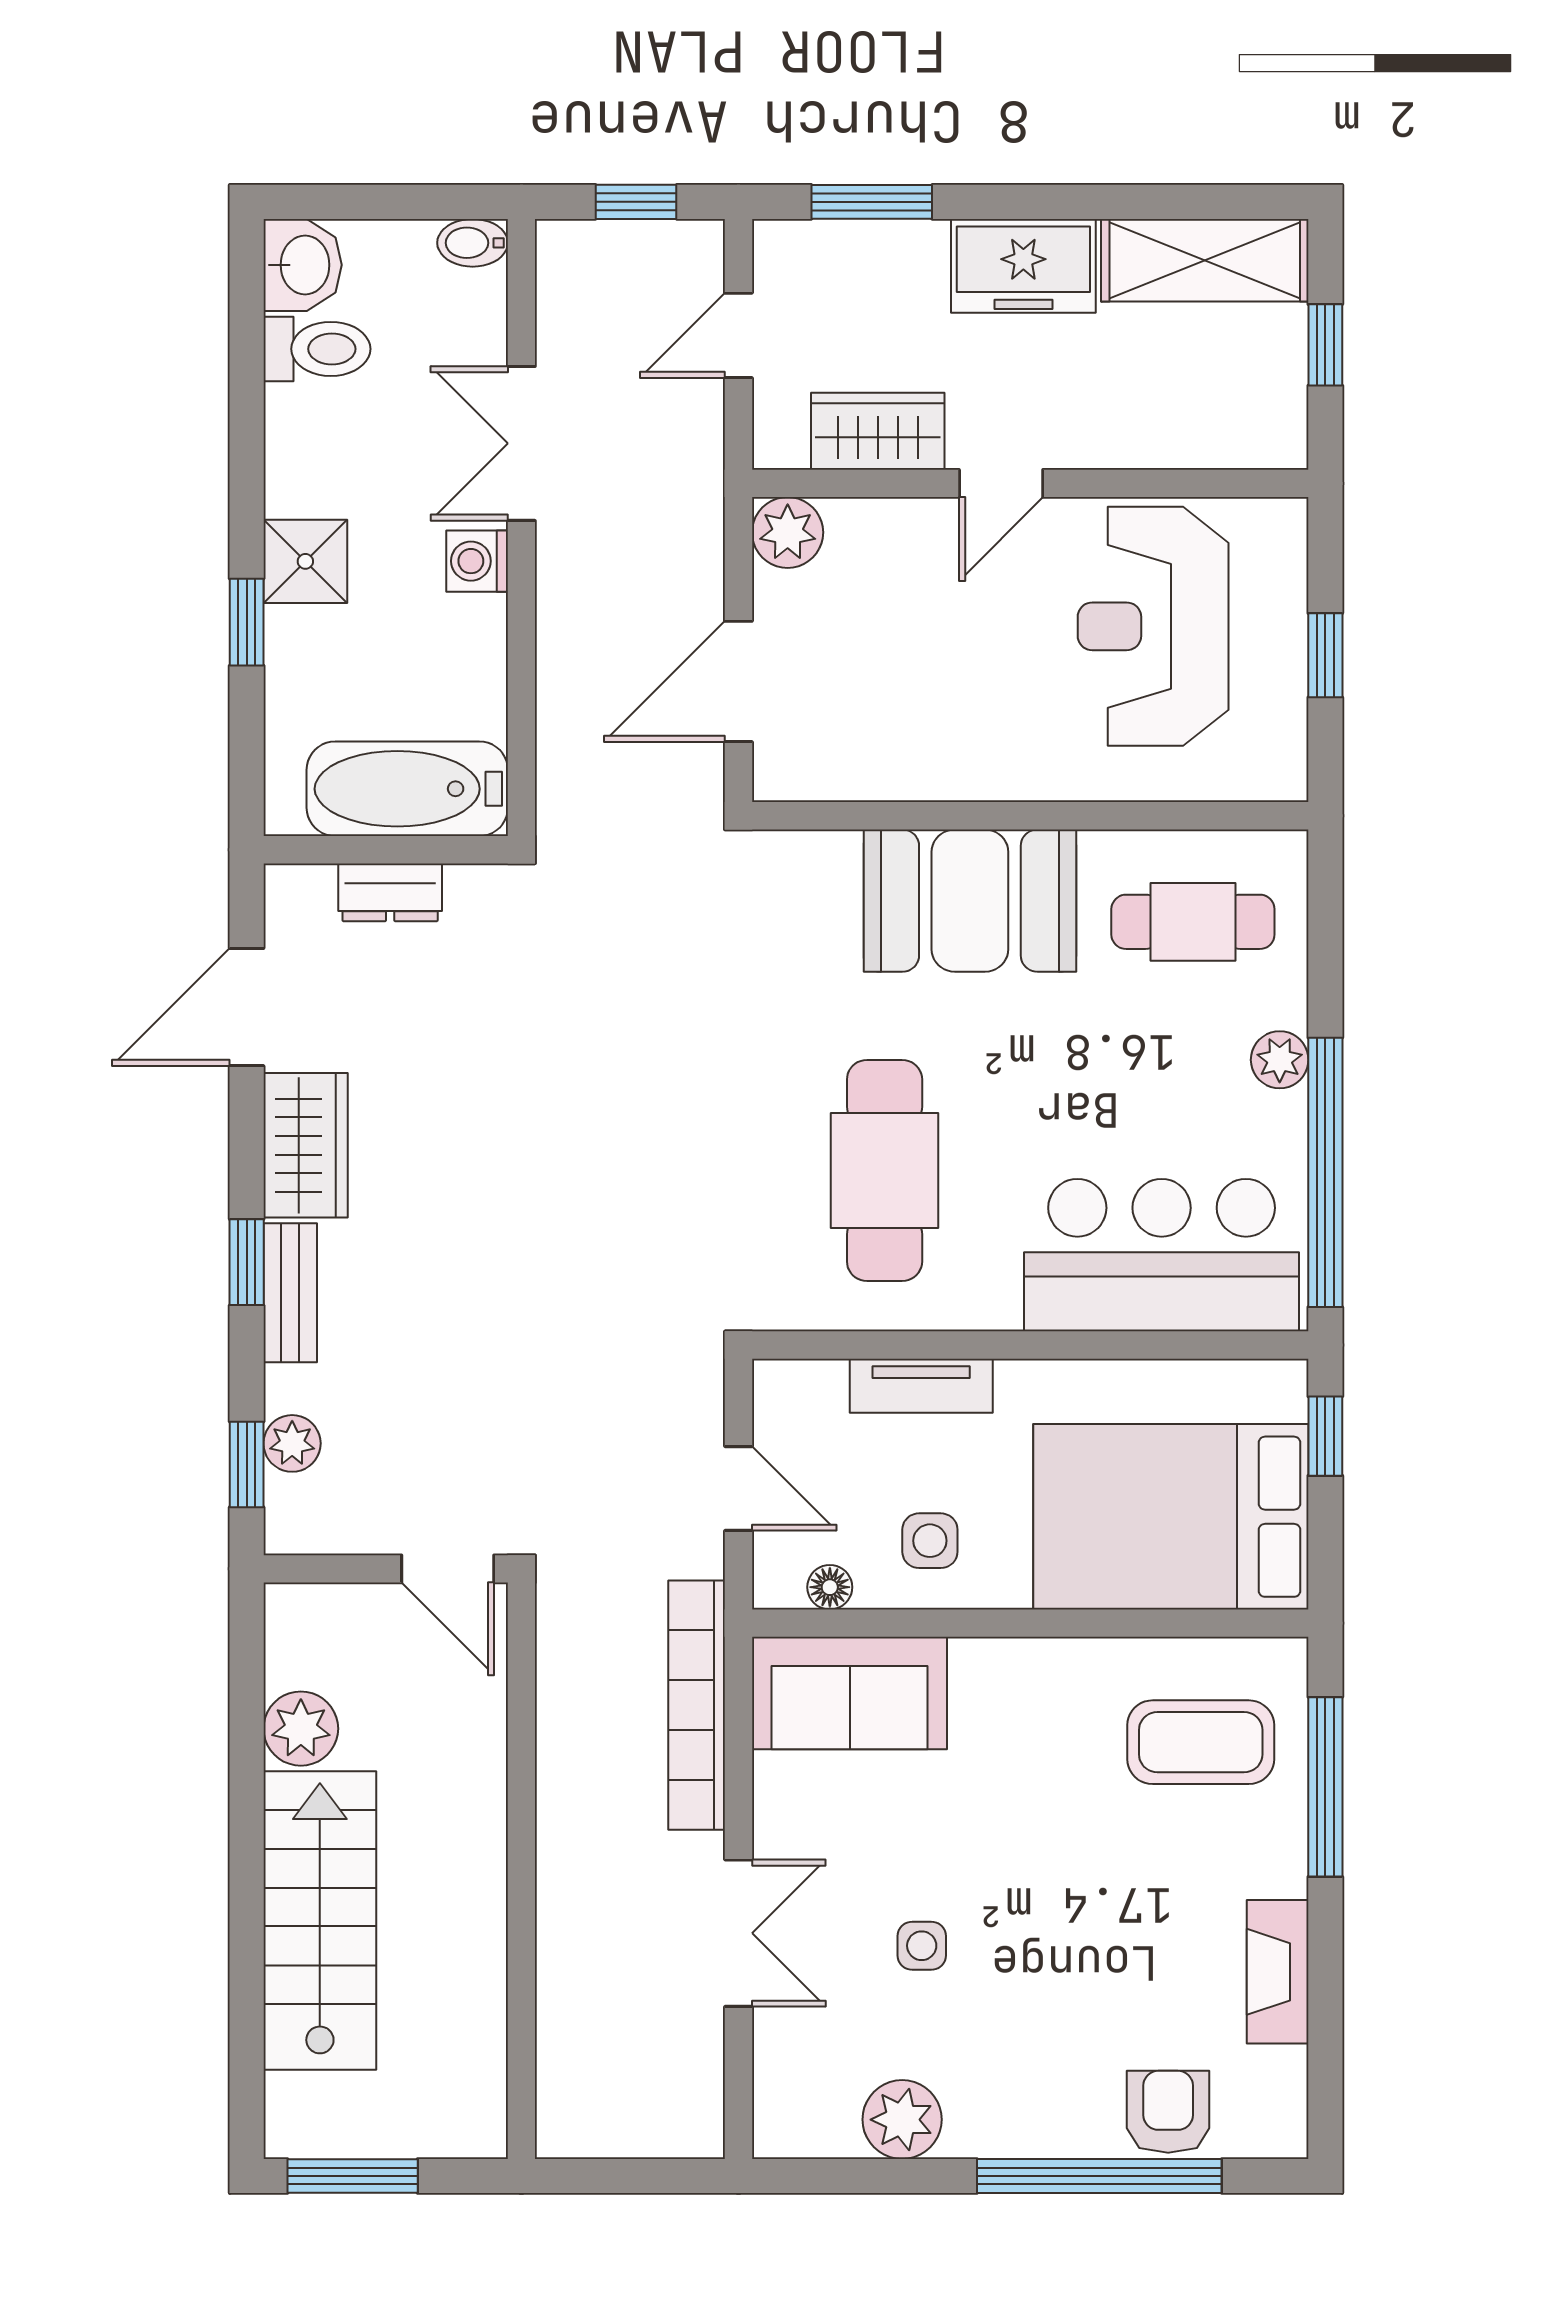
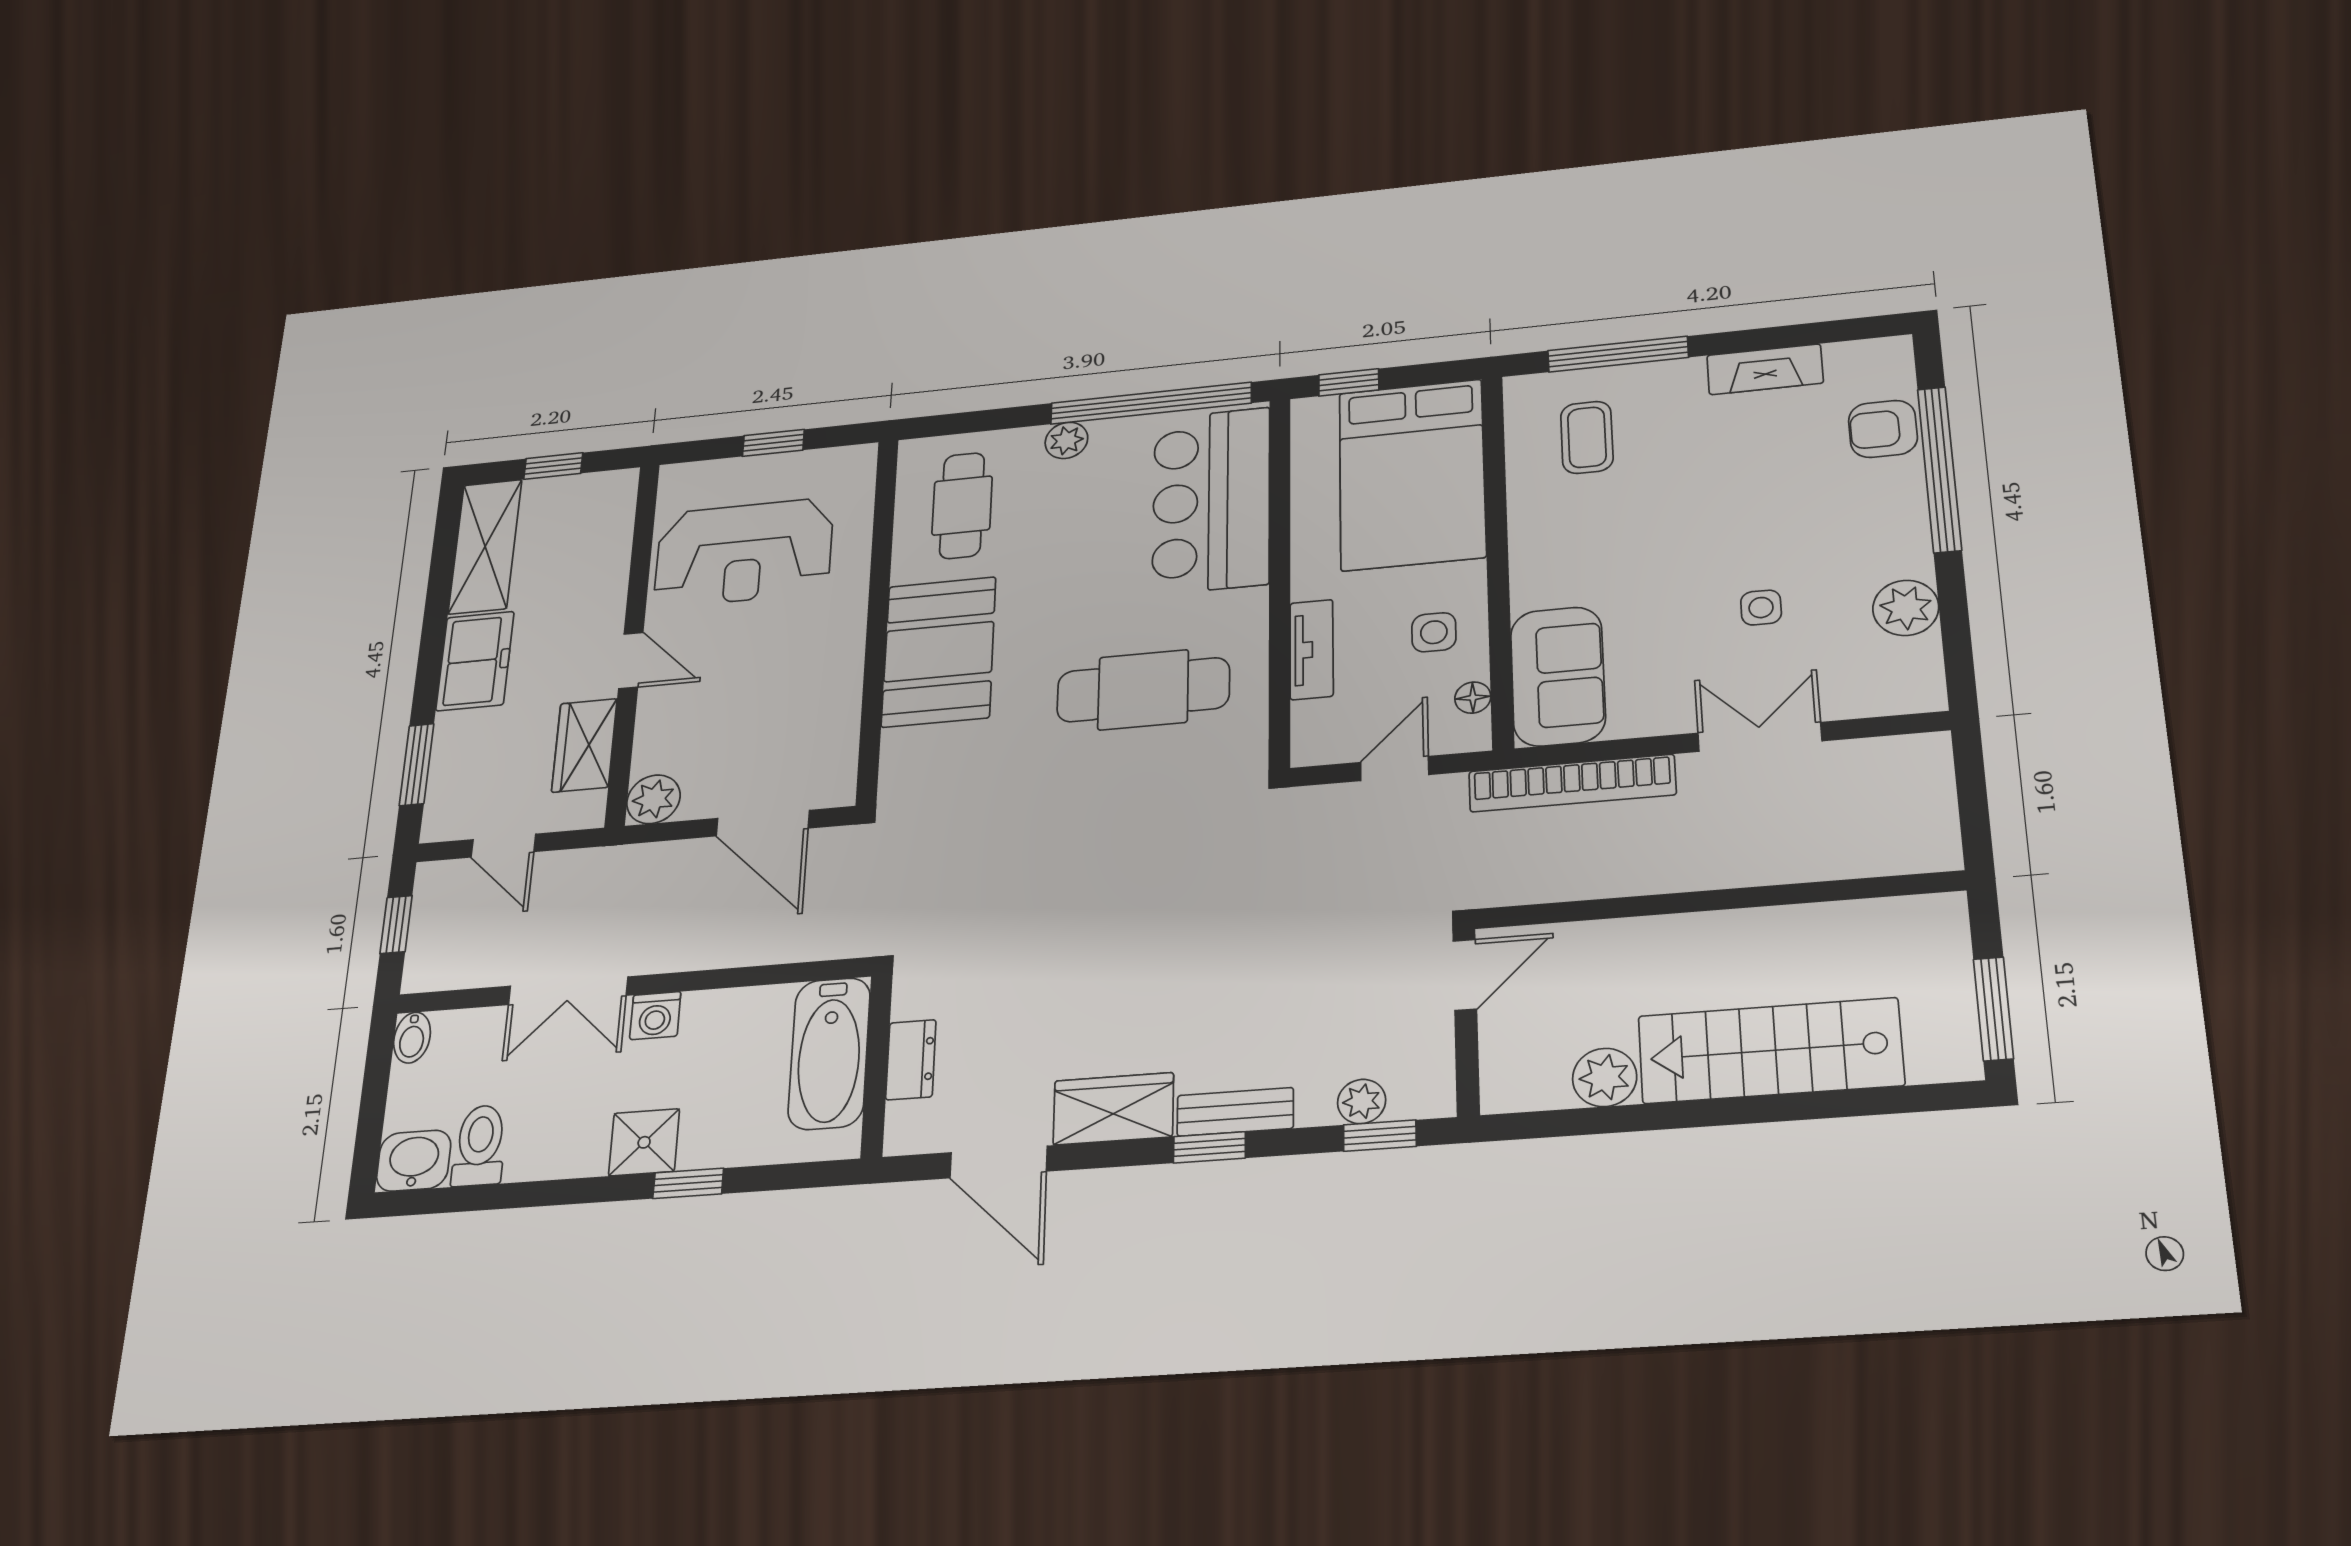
coffee table: (1201, 1742) -> (1587, 437), width x0.73, depth x0.77

